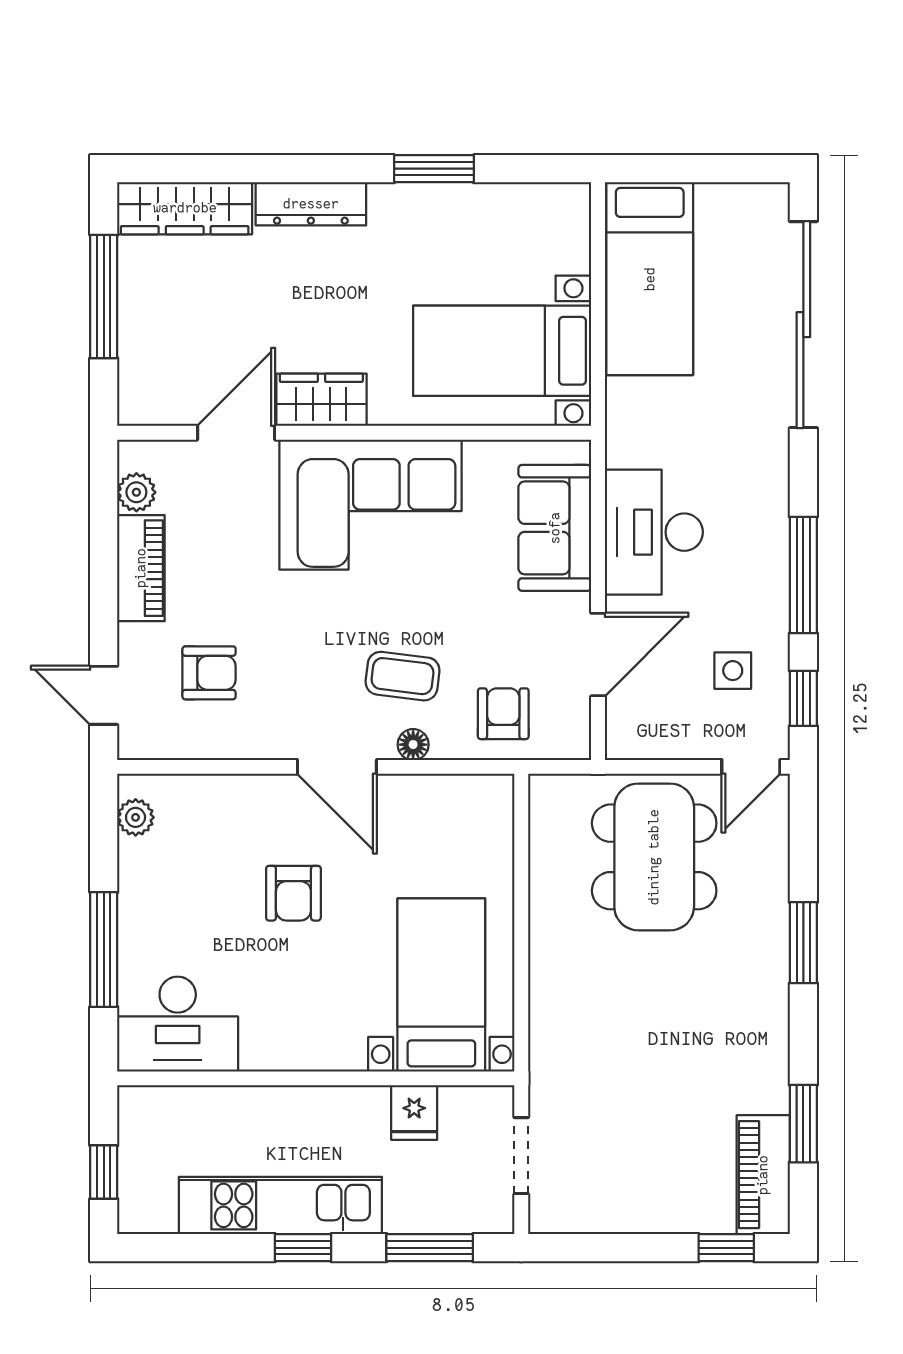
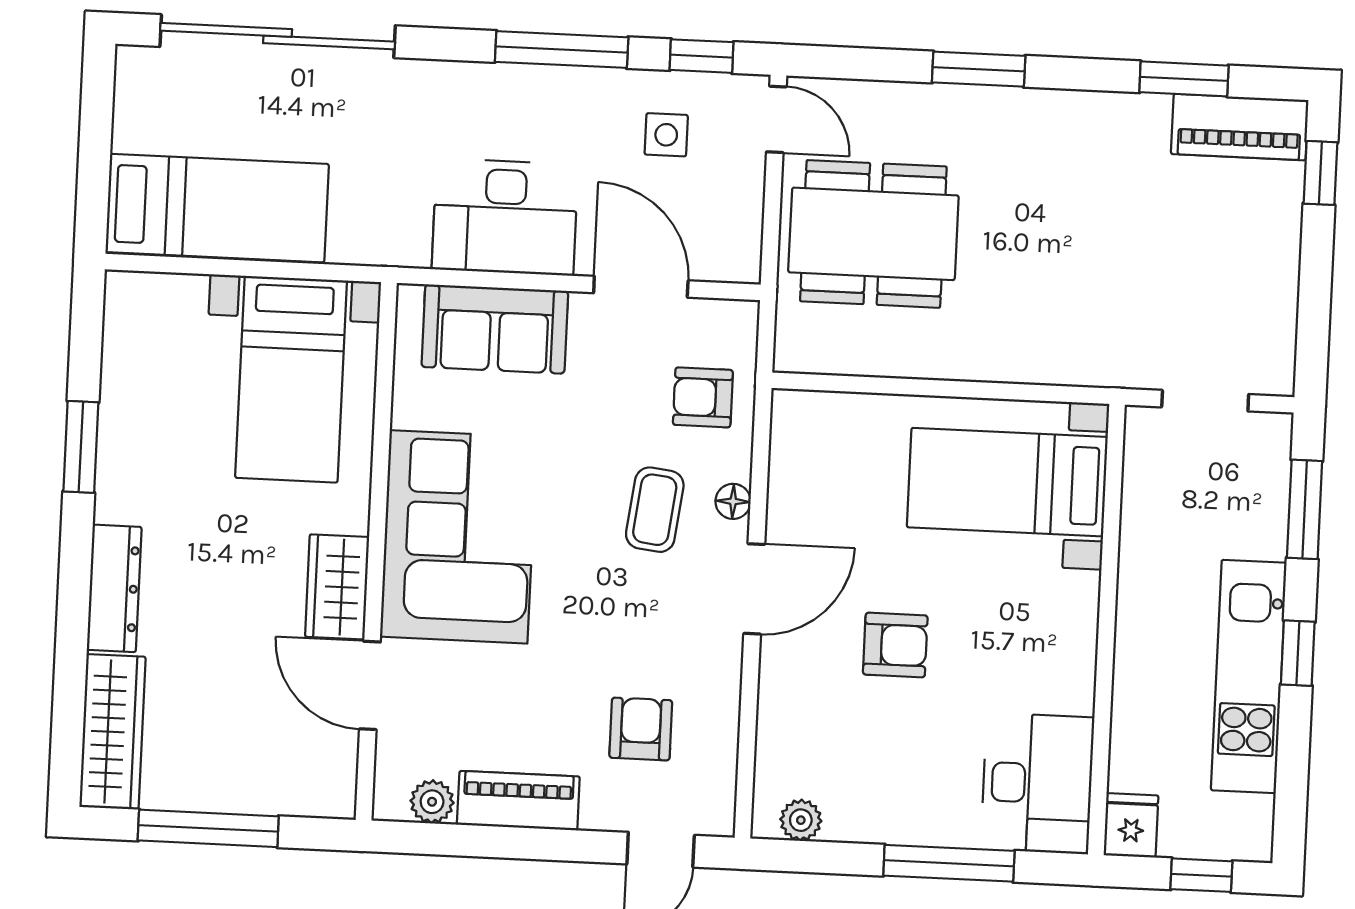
fridge: (414, 1112) -> (1131, 825), moved, turned -90

